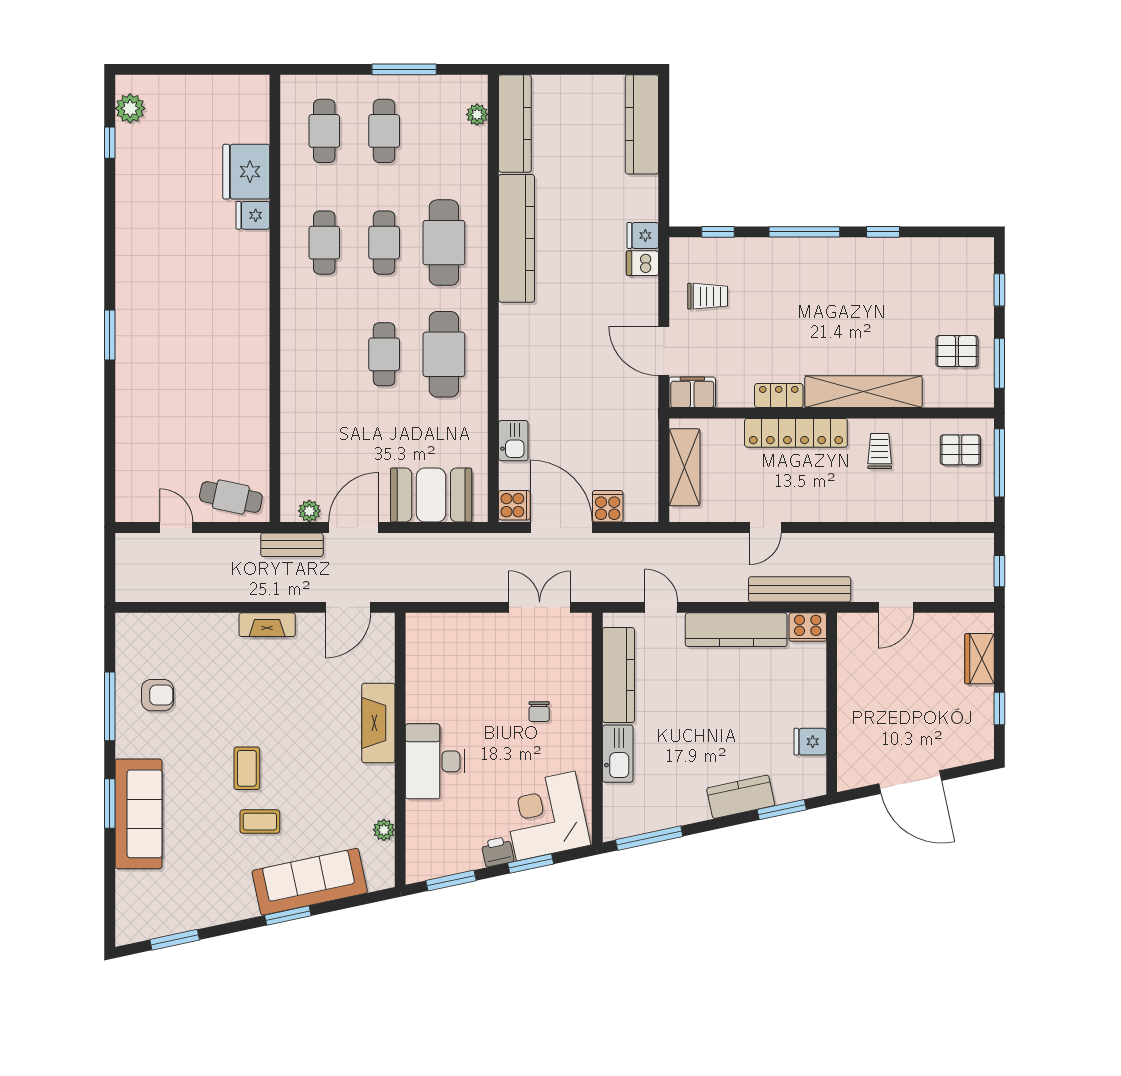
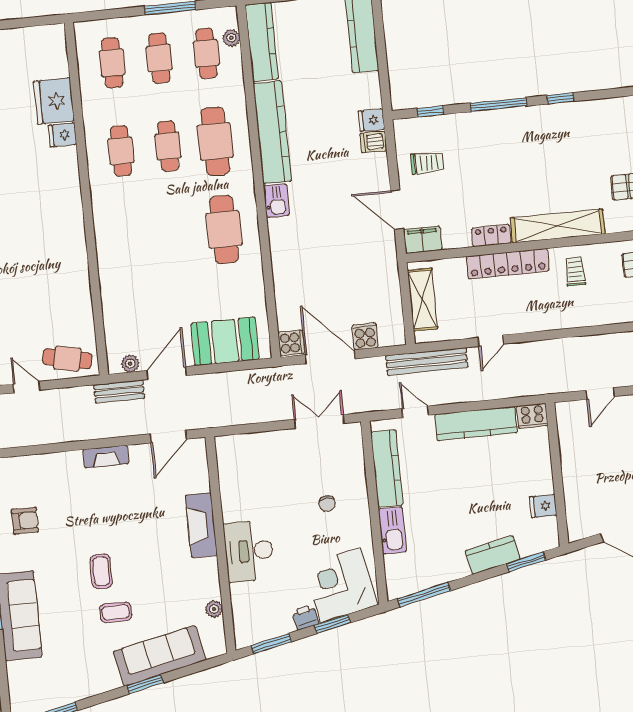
cafe table: (384, 354) -> (206, 53), moved
kitchen sink: (513, 441) -> (276, 201), moved
bench: (800, 589) -> (427, 361), moved

